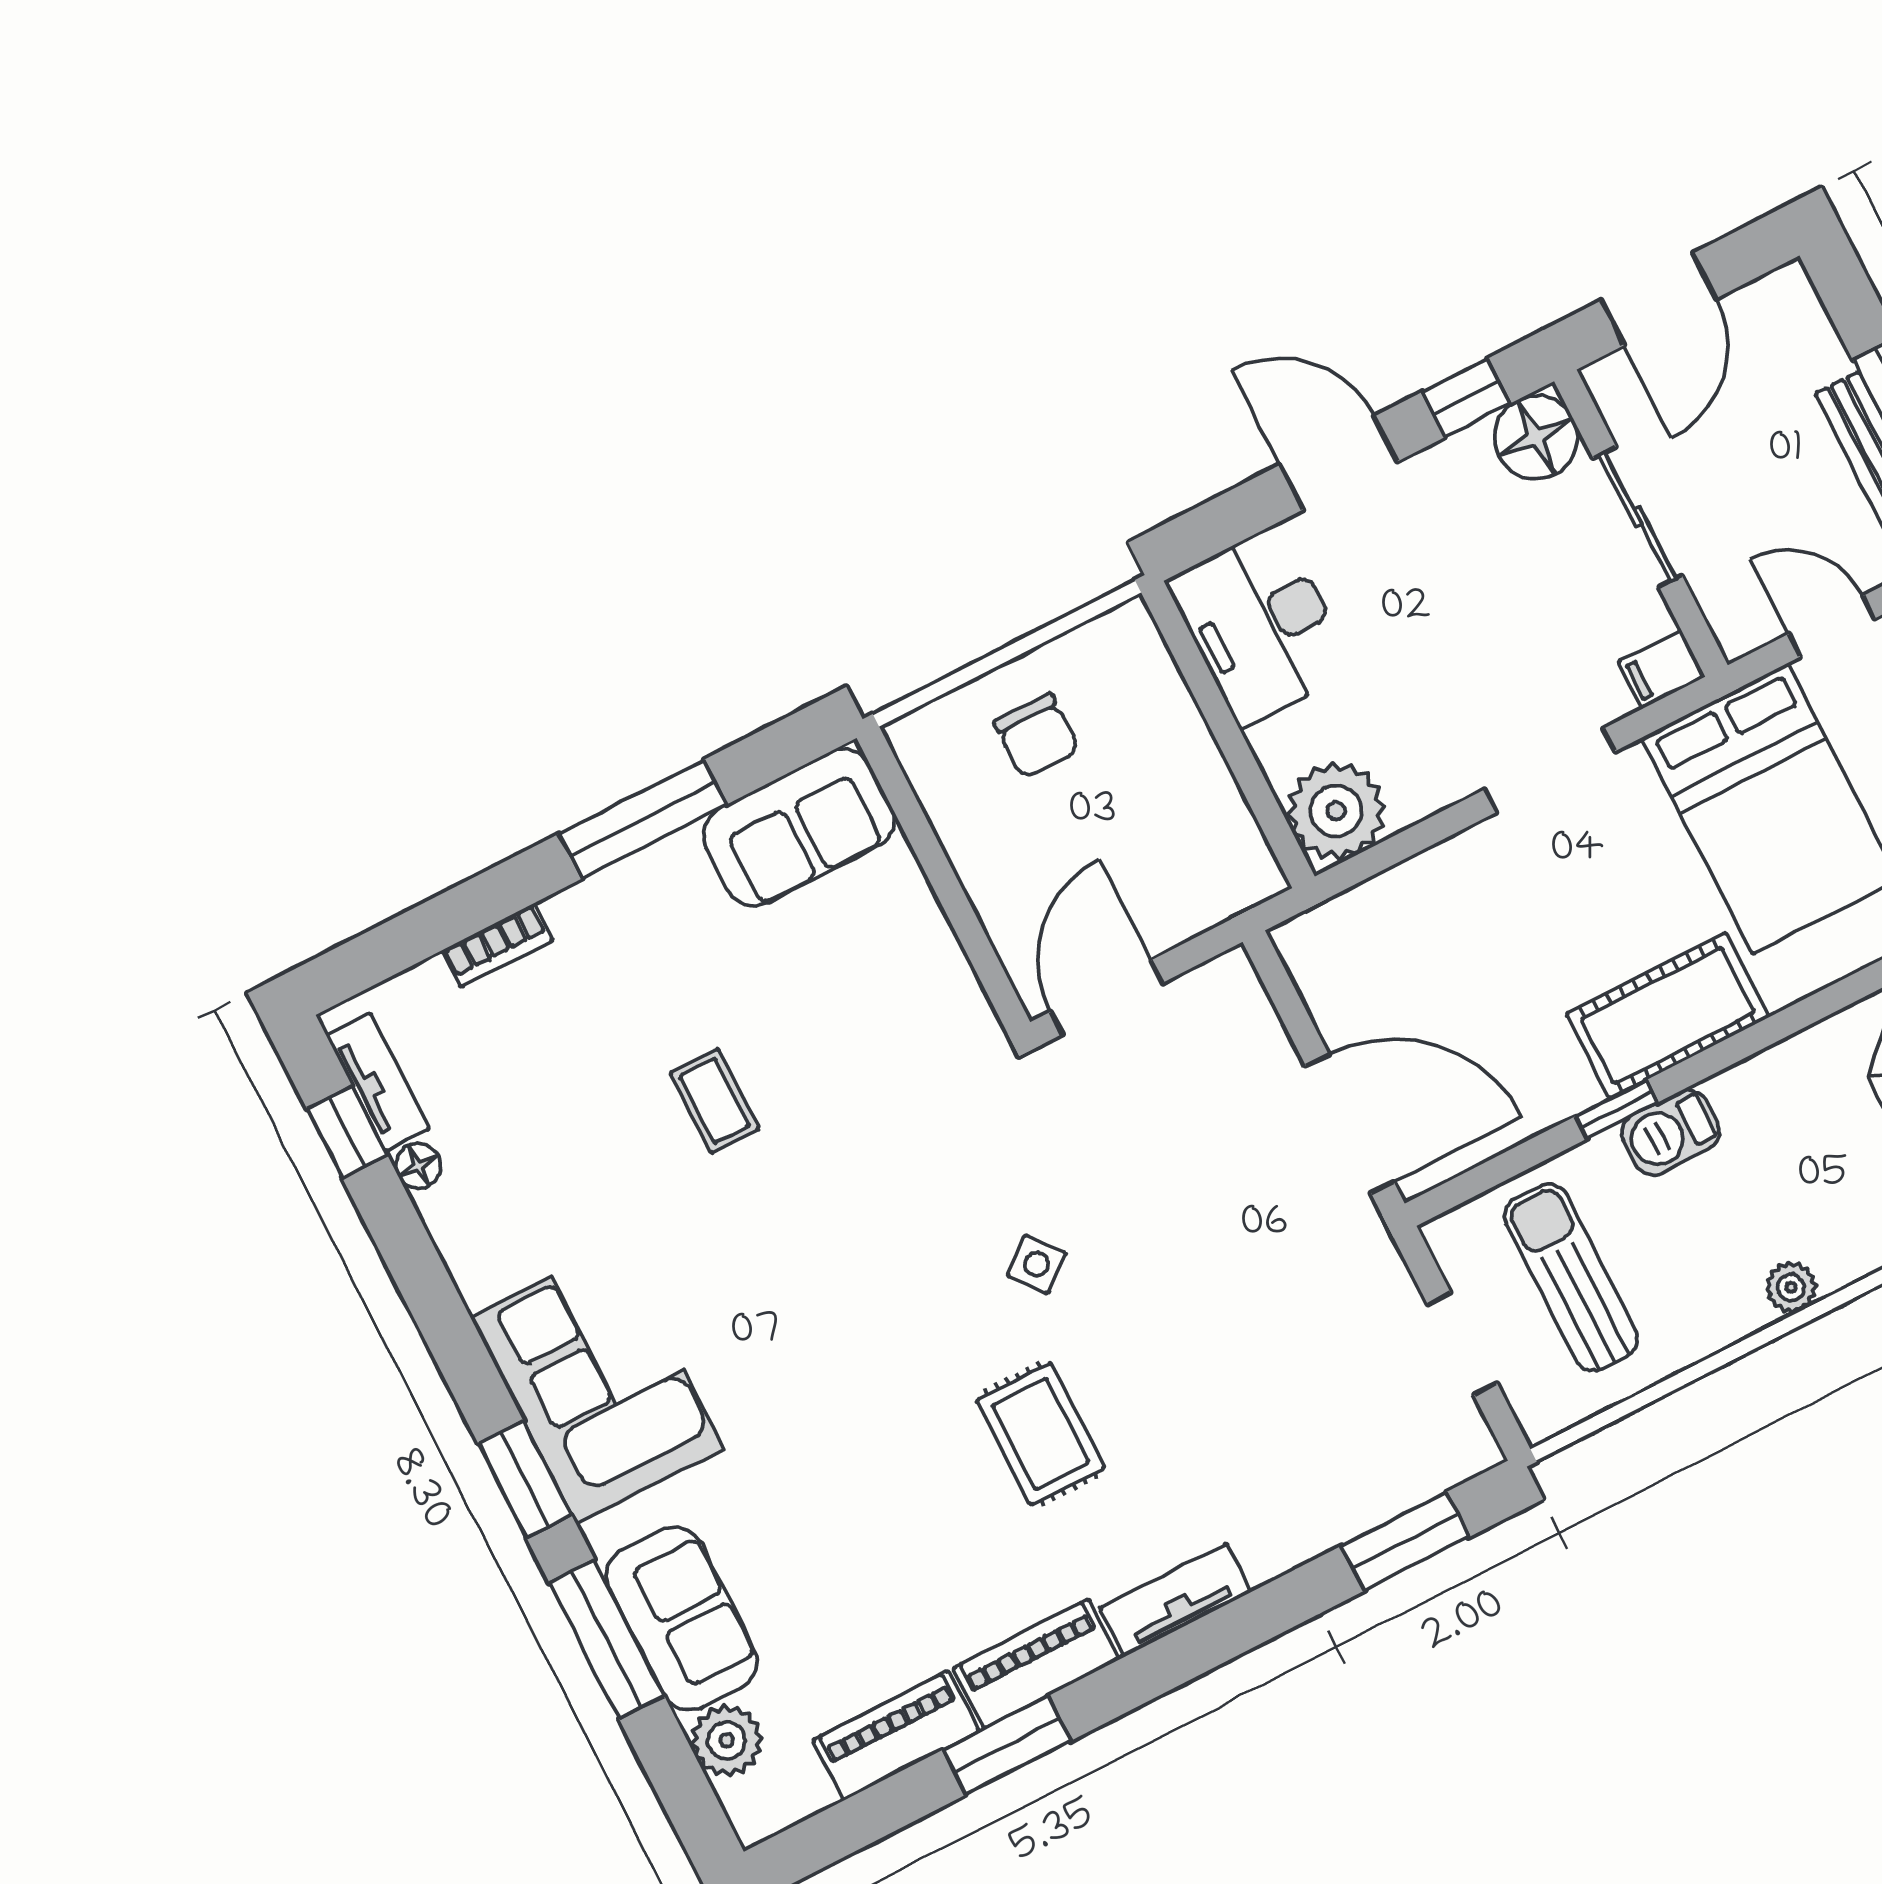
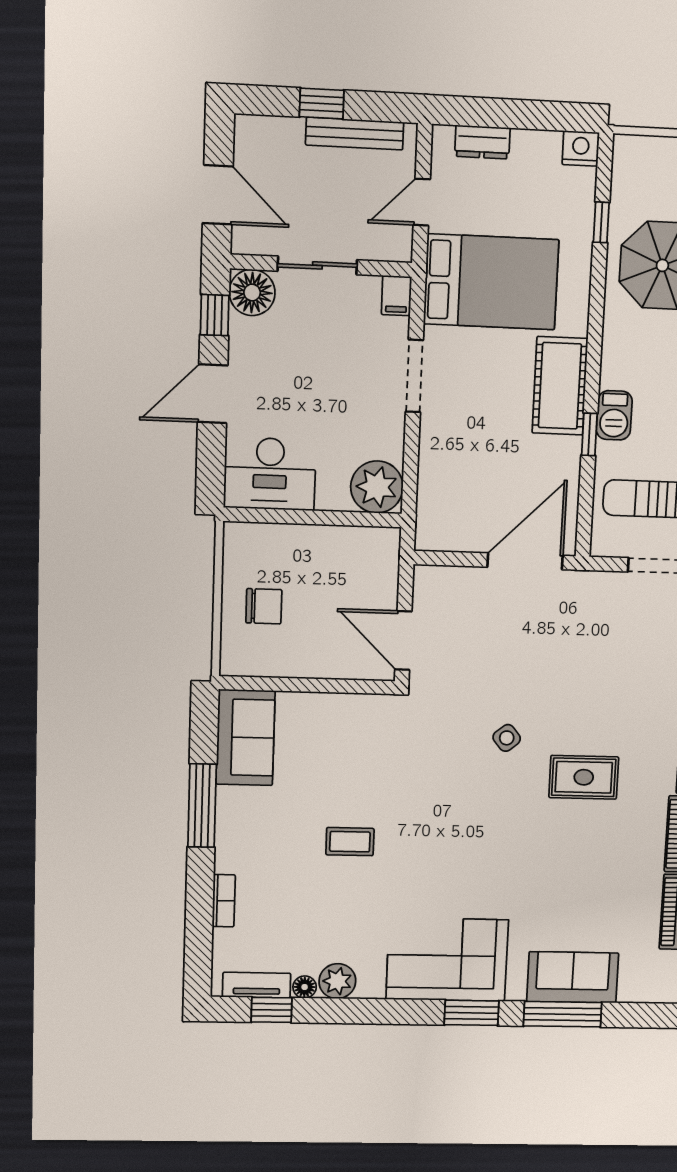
plant: (727, 1740) -> (337, 981), moved

